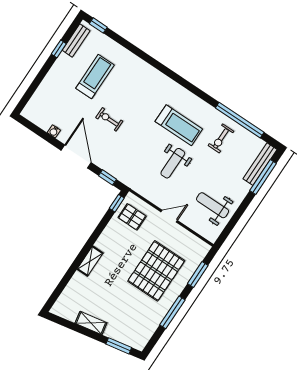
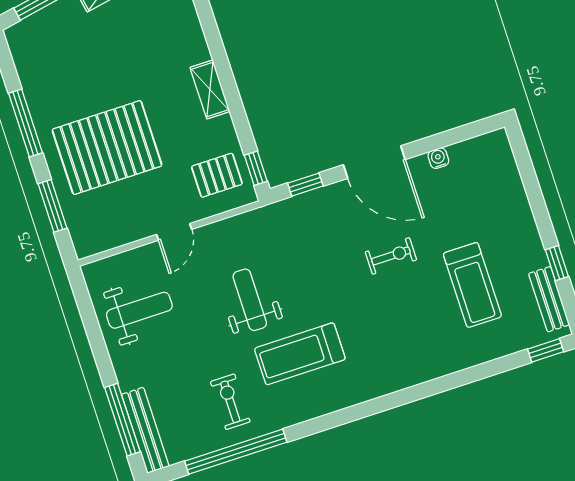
shelving: (90, 261) -> (210, 89), moved
pallet: (156, 271) -> (107, 148), turned 90

